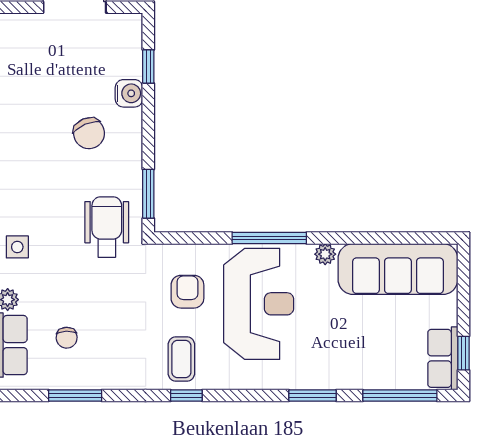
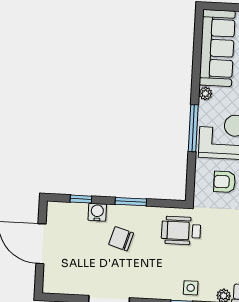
chair: (89, 133) -> (121, 239), turned -140
window: (148, 194) -> (131, 202), moved

